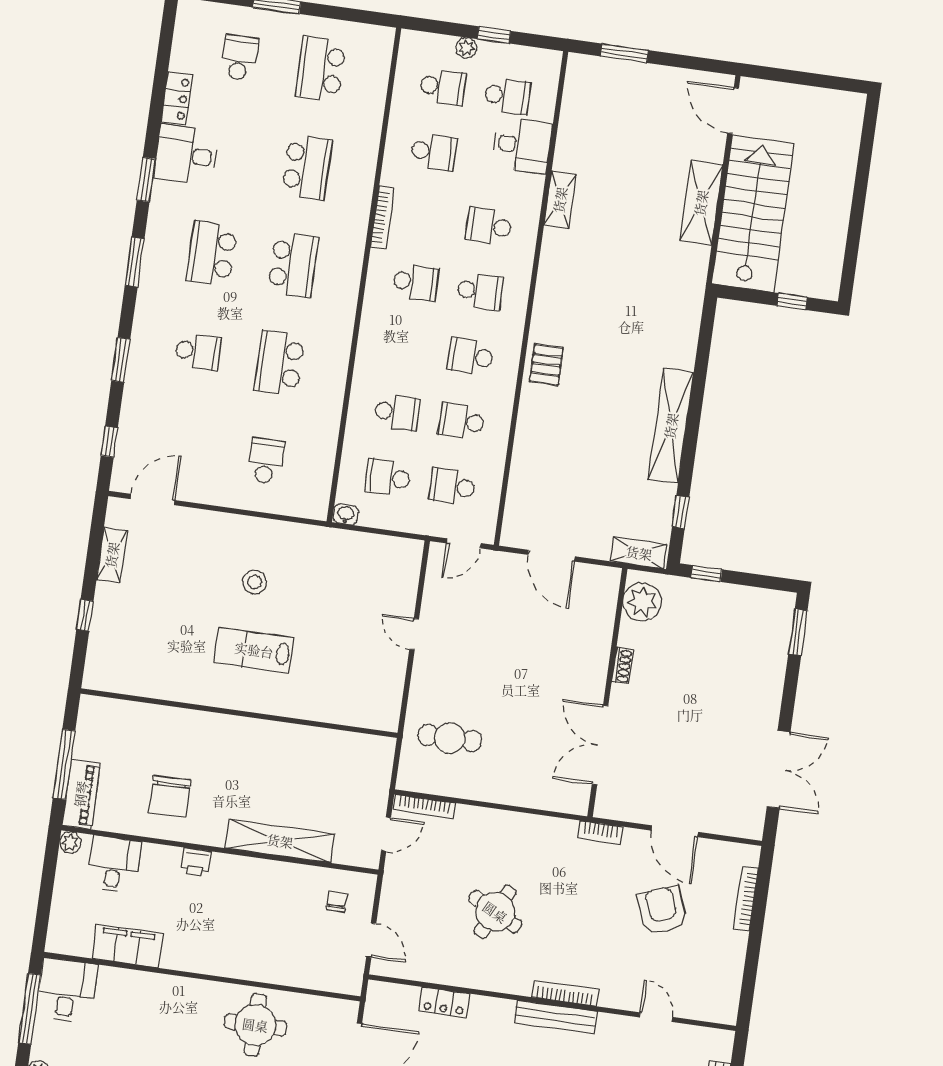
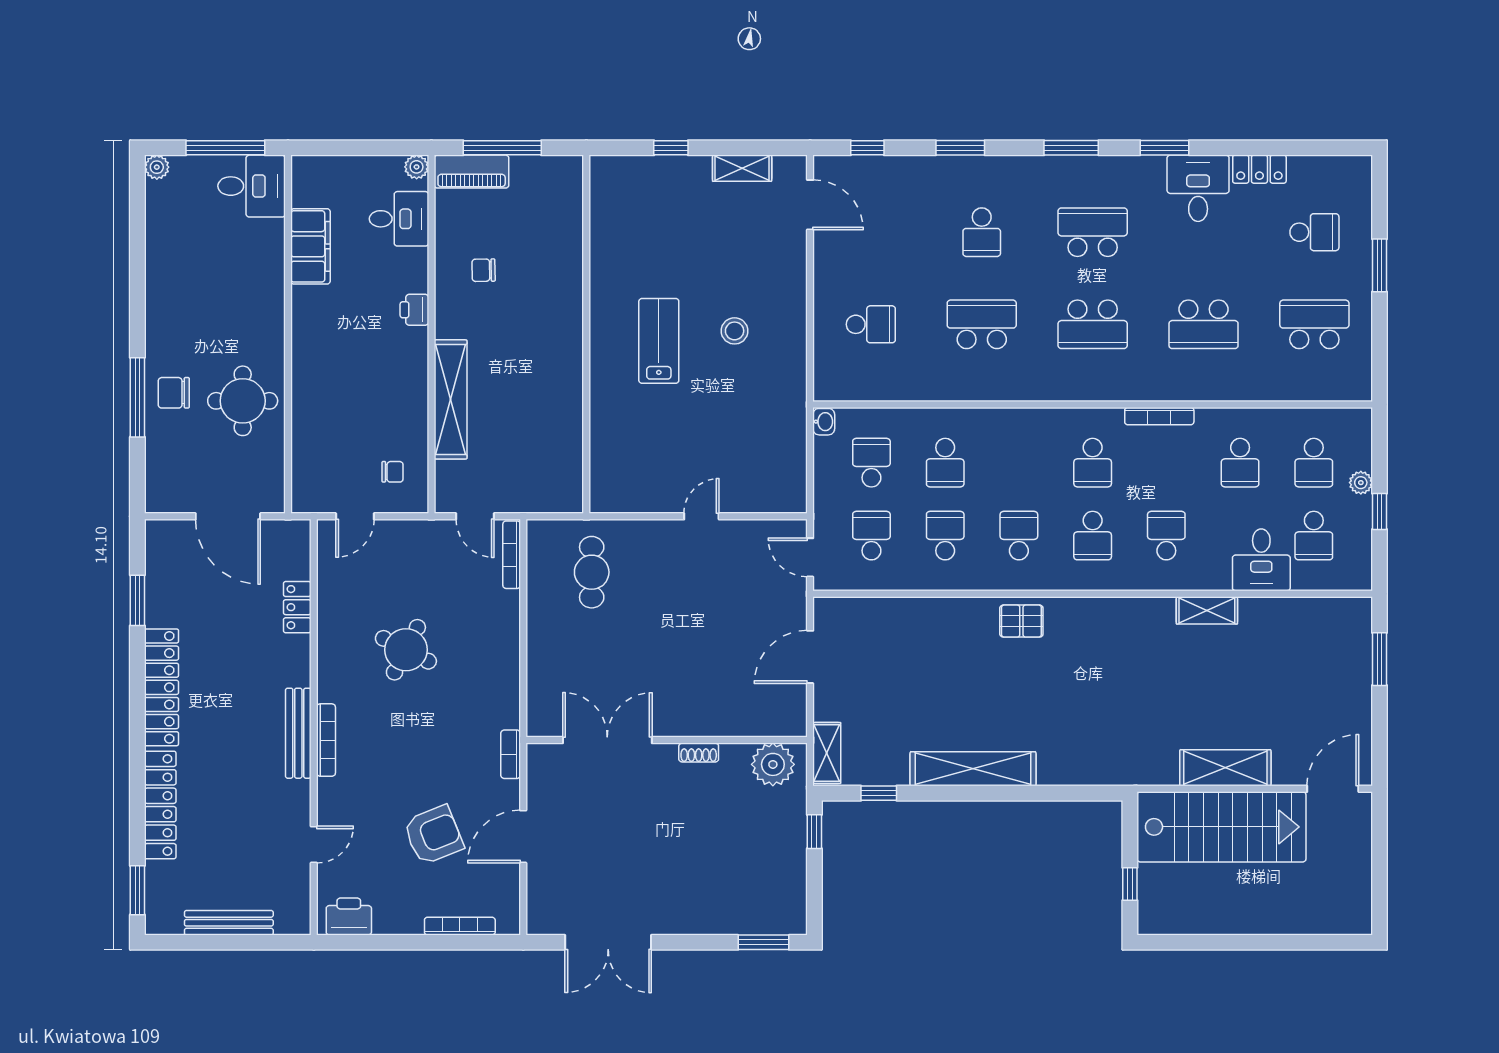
chair: (170, 796) -> (484, 270), width x0.54, depth x0.54
printer: (724, 995) -> (349, 917), added

